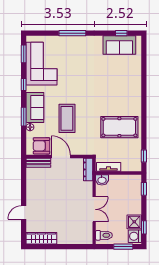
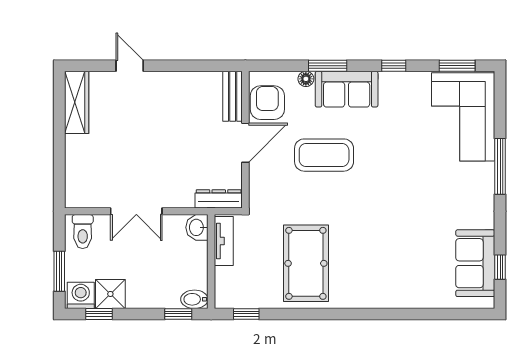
corner sofa: (42, 64) -> (463, 117), moved, turned 90
bidet: (137, 181) -> (194, 299), added

